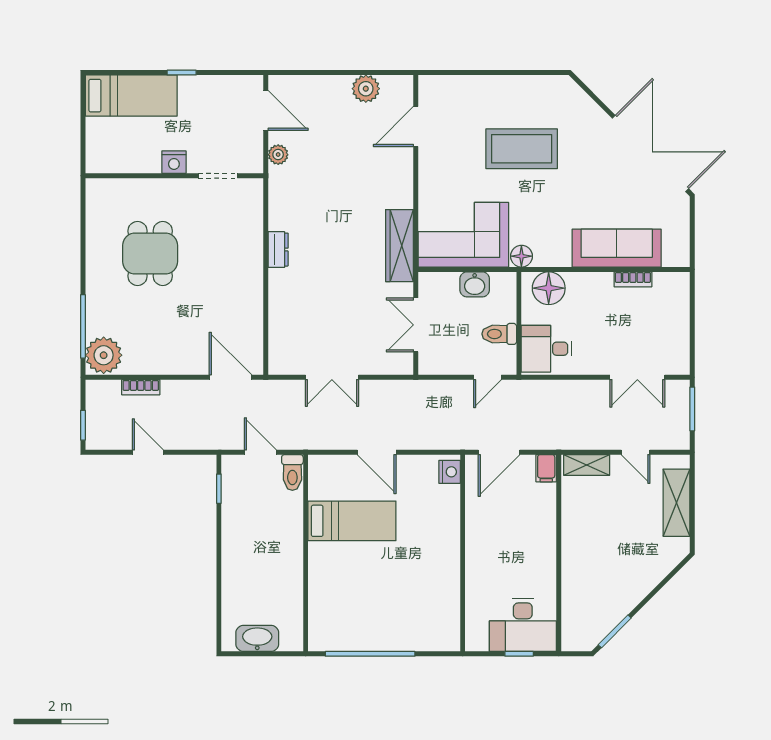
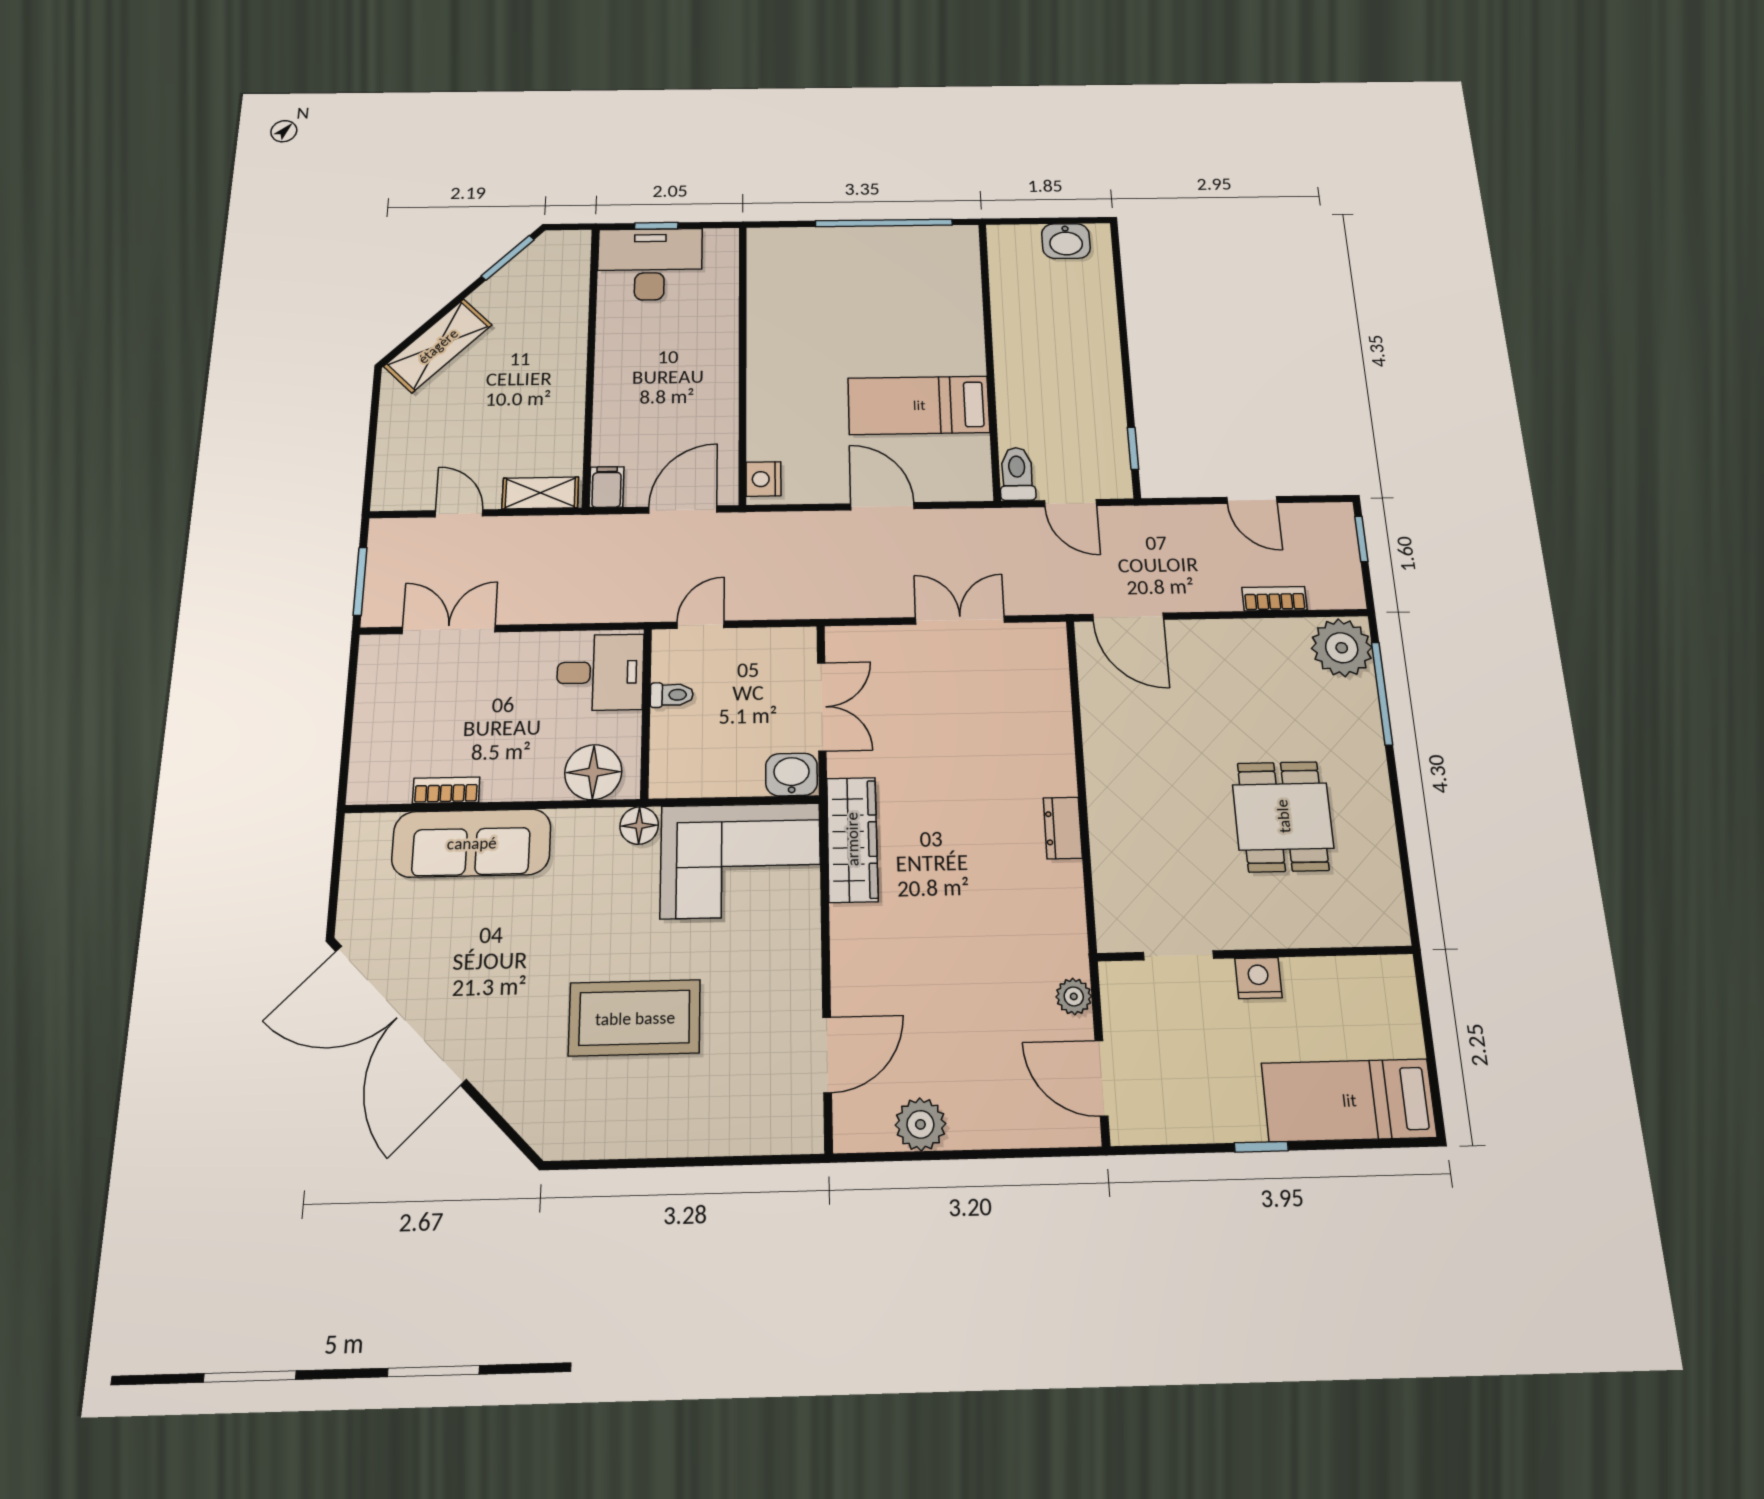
washbasin: (475, 284) -> (792, 775), moved
toilet: (499, 334) -> (672, 695), width x0.73, depth x0.72
shelving: (677, 503) -> (438, 346), moved, turned 45
washbasin: (257, 638) -> (1066, 241), width x0.72

